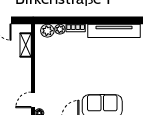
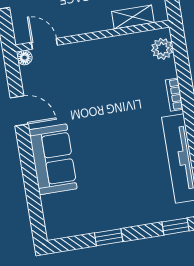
plant: (60, 29) -> (168, 69), removed

